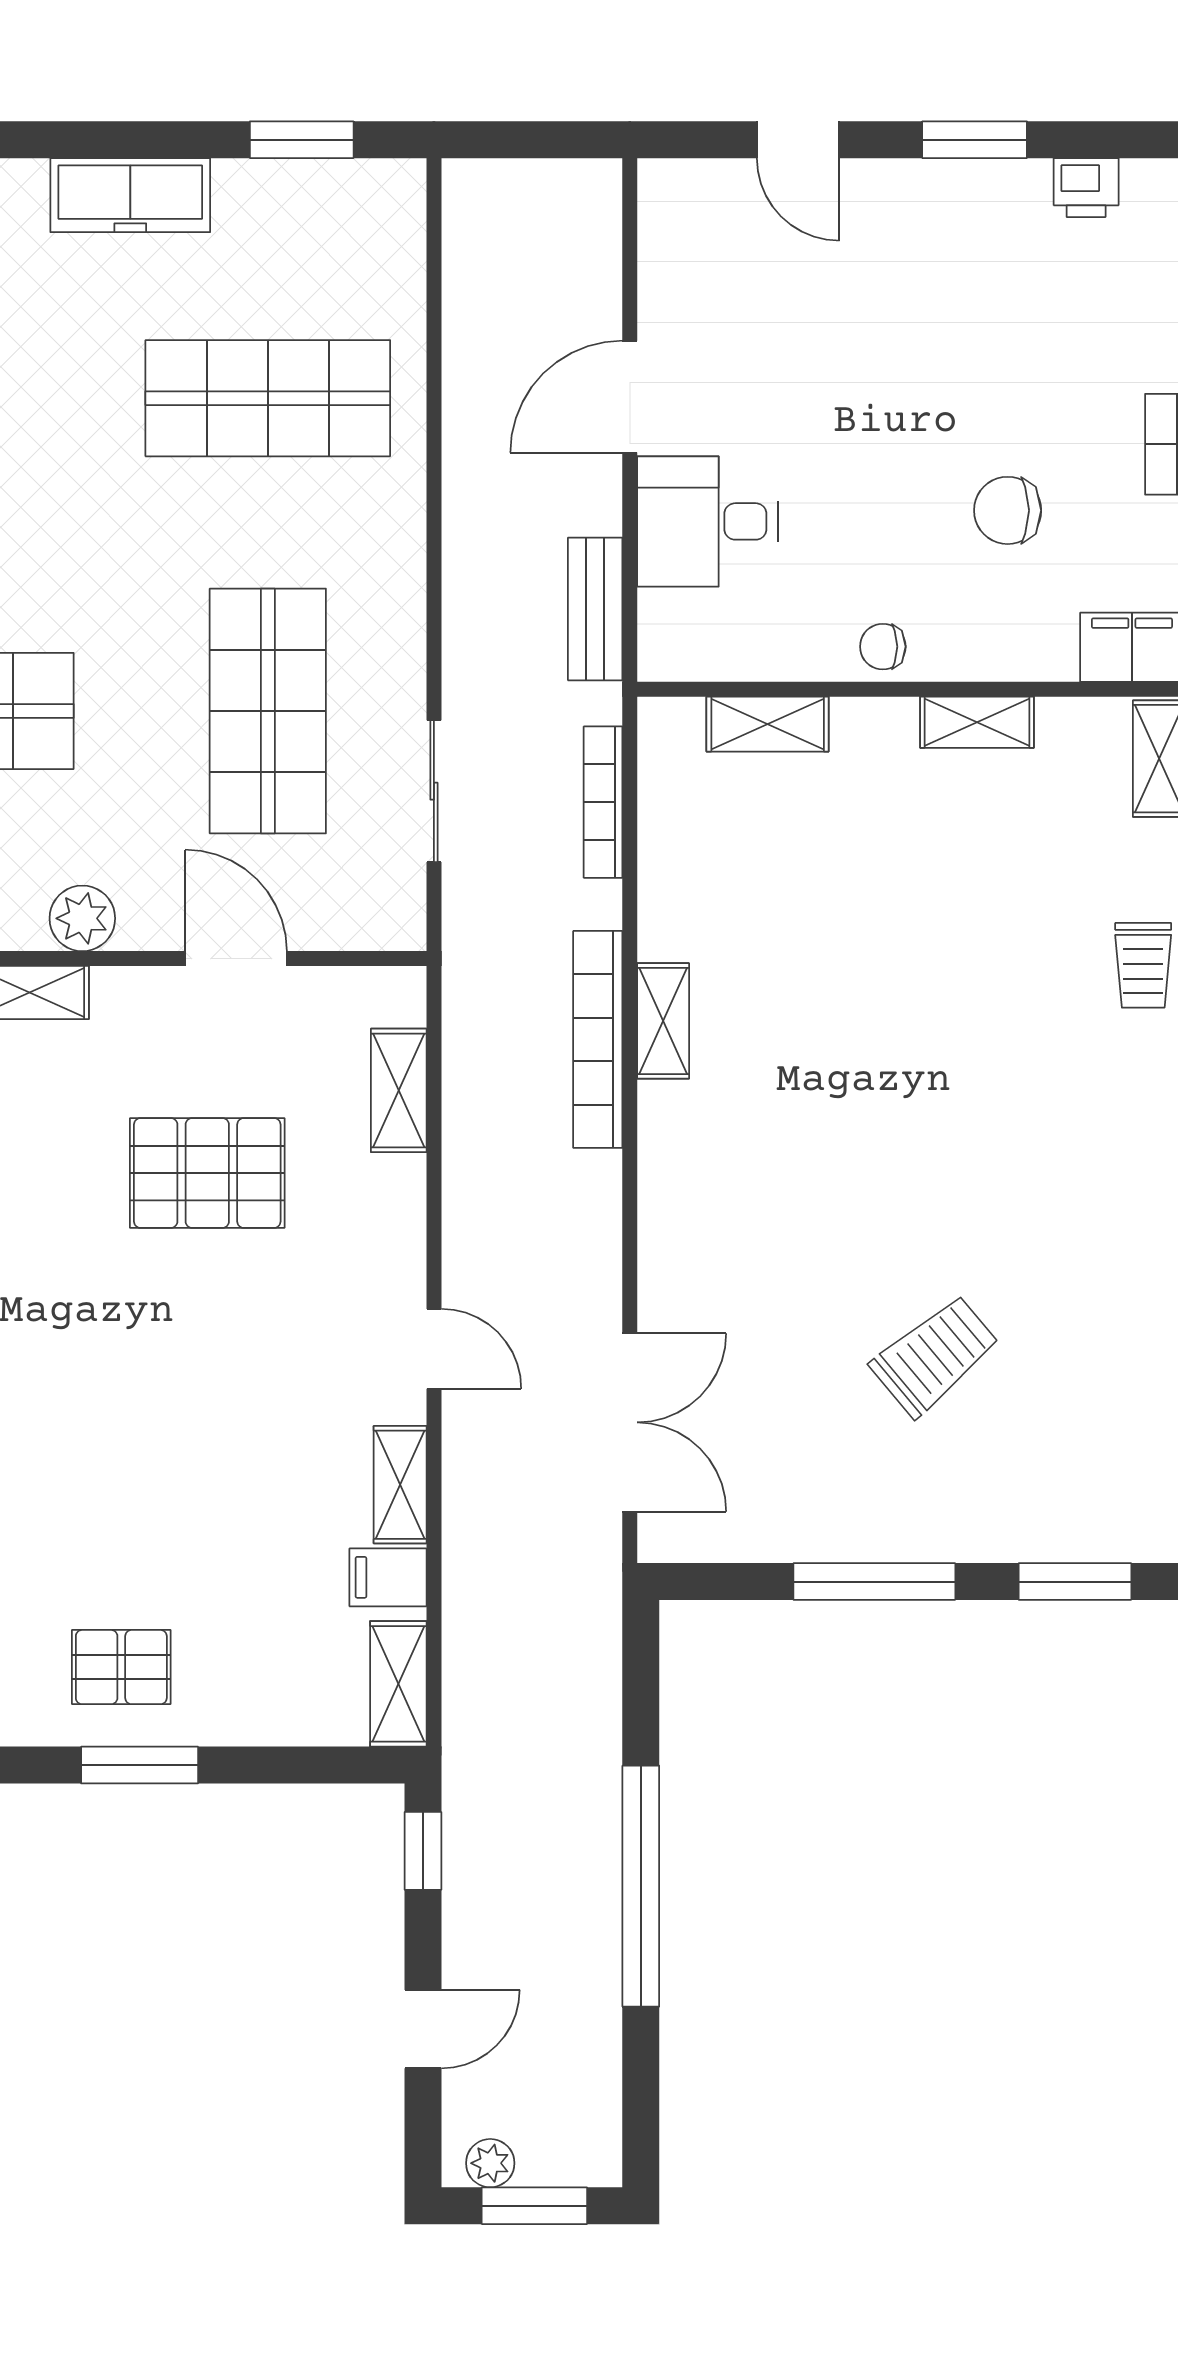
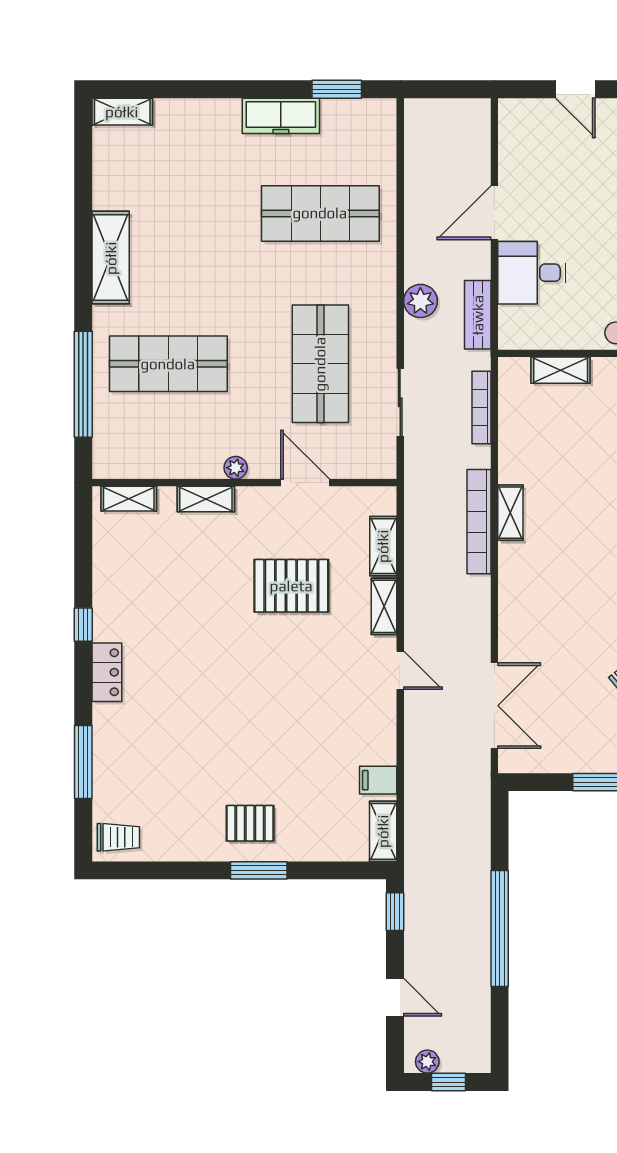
freezer: (130, 195) -> (281, 116), moved
plant: (476, 580) -> (420, 301), added
plant: (82, 918) -> (236, 468), width x0.73, depth x0.73
shelving: (400, 1485) -> (384, 606), moved
door: (423, 2029) -> (395, 997), hinge flipped
window: (534, 2206) -> (449, 1082), width x0.67

